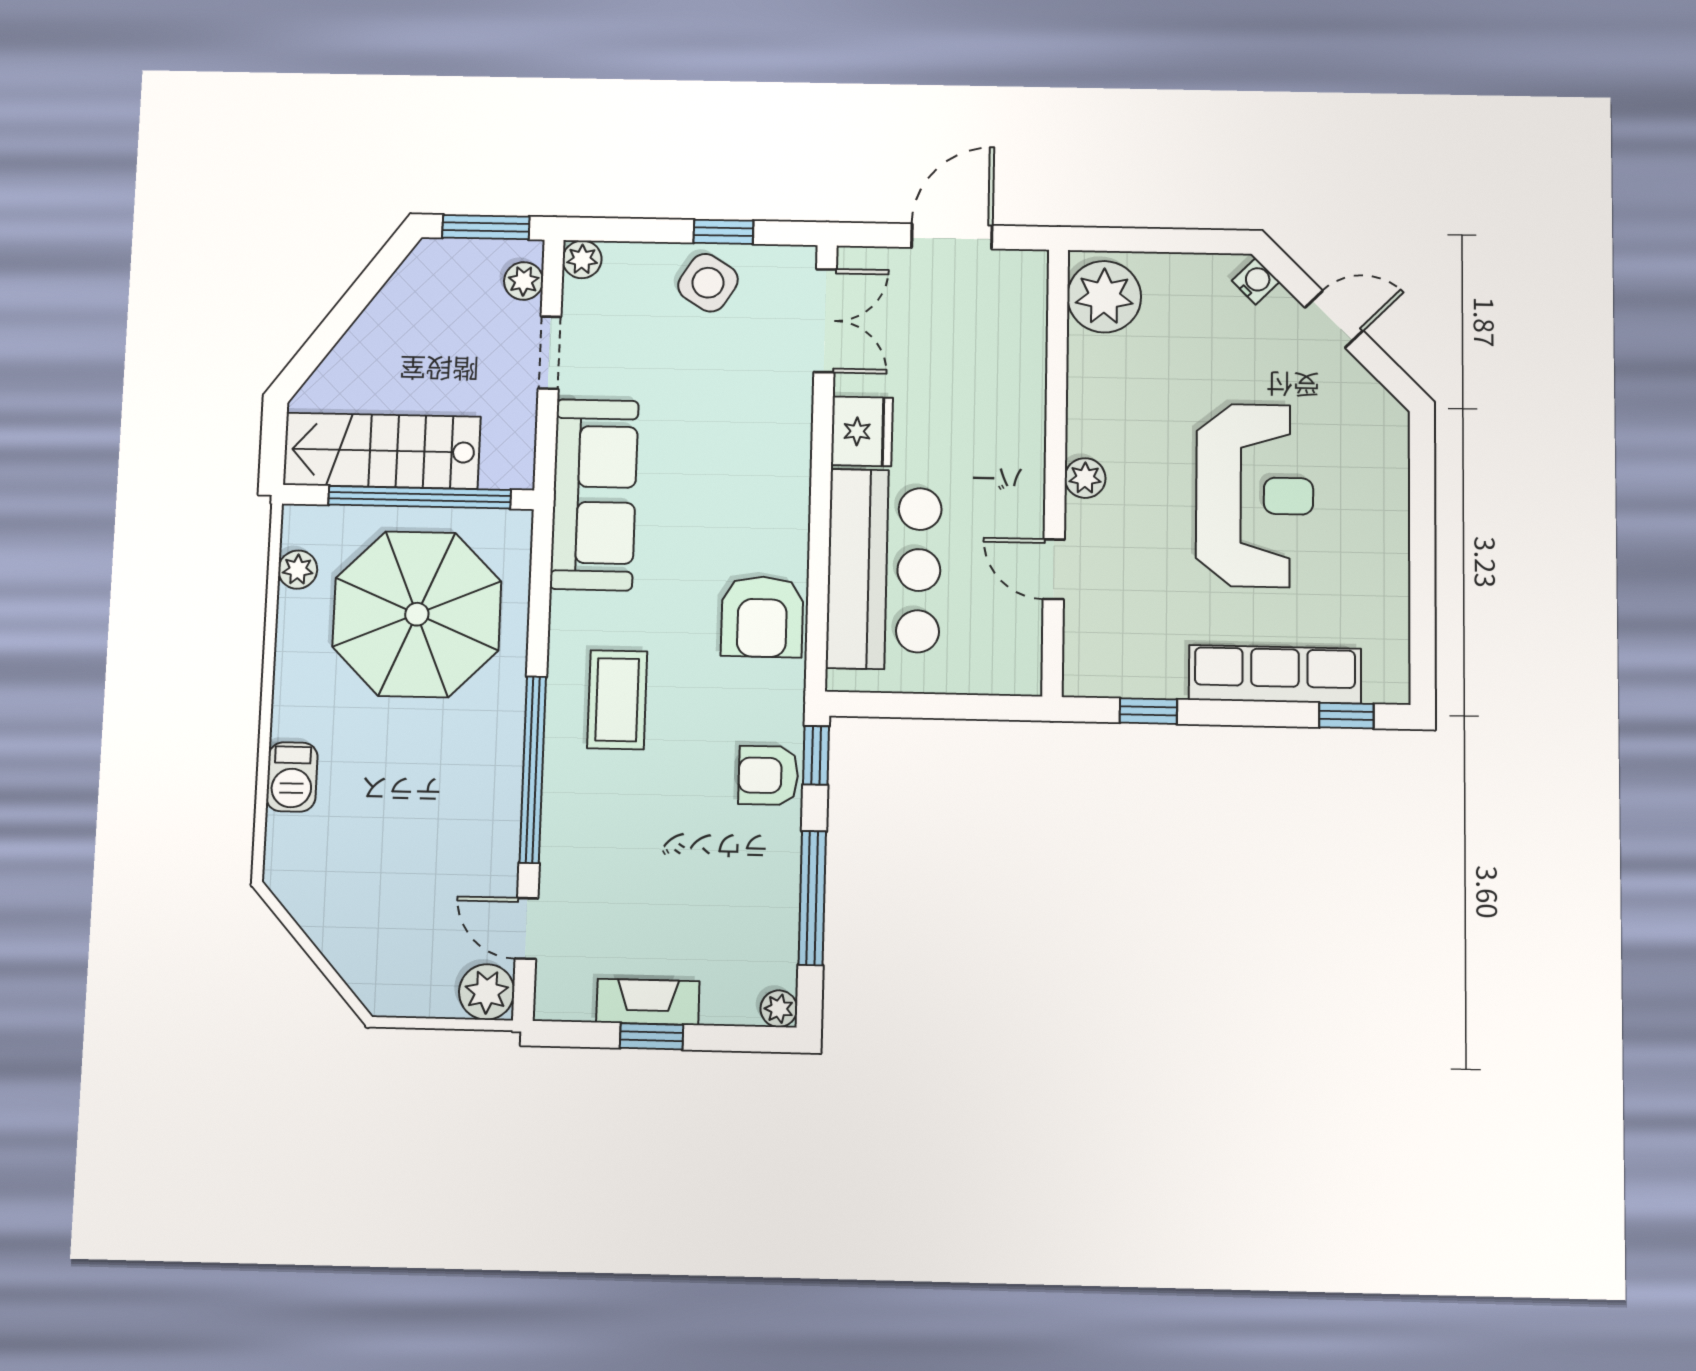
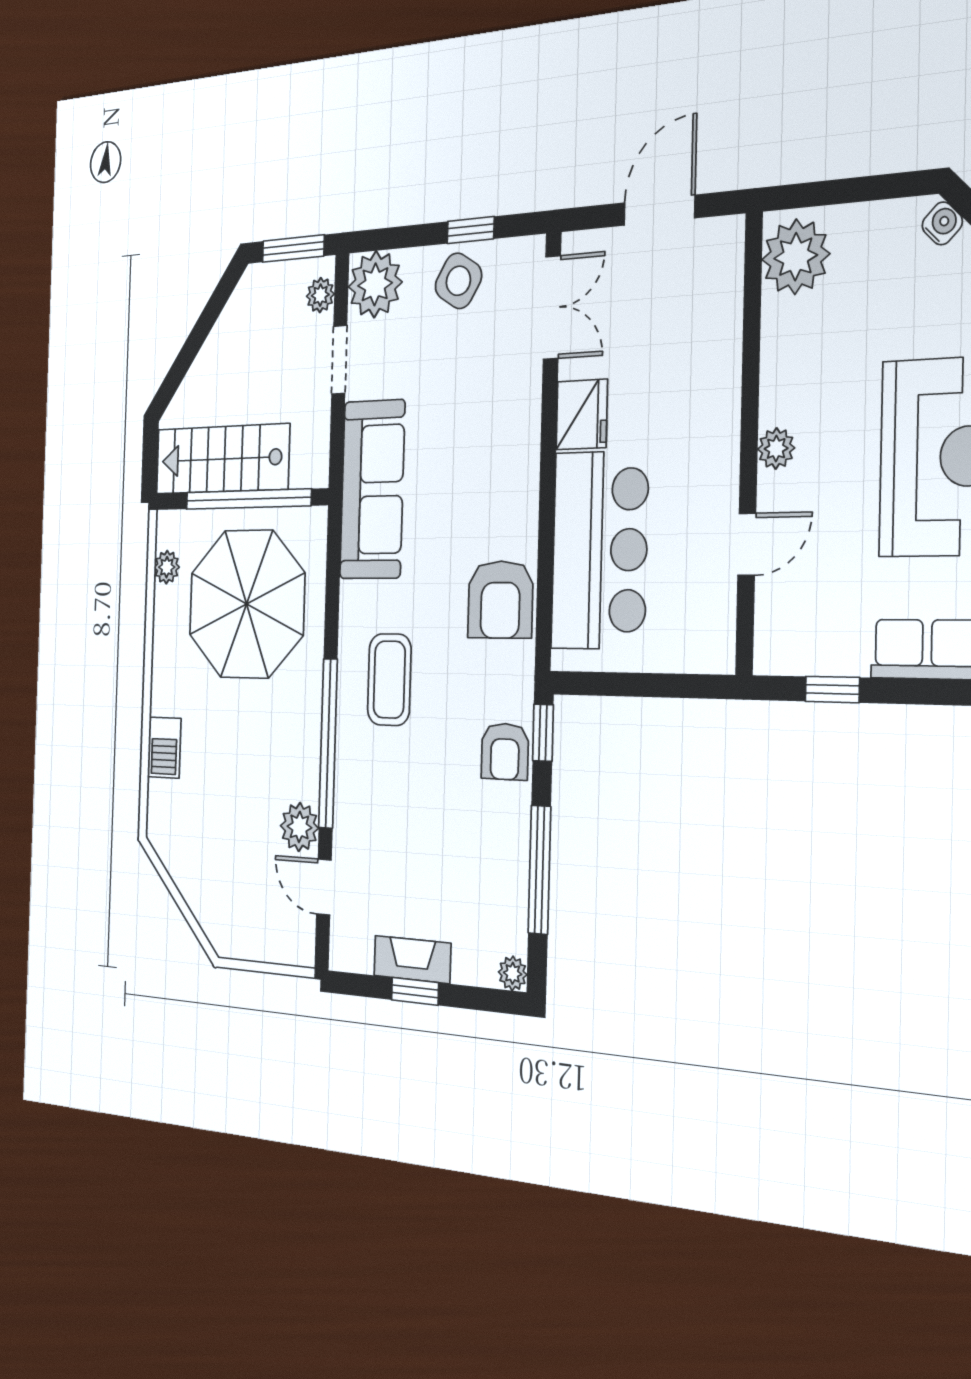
plant: (582, 259) -> (375, 284), width x1.88, depth x1.88
door: (1054, 569) -> (747, 544), swing flipped
armchair: (768, 775) -> (505, 751), turned -90
plant: (487, 992) -> (299, 827), moved

